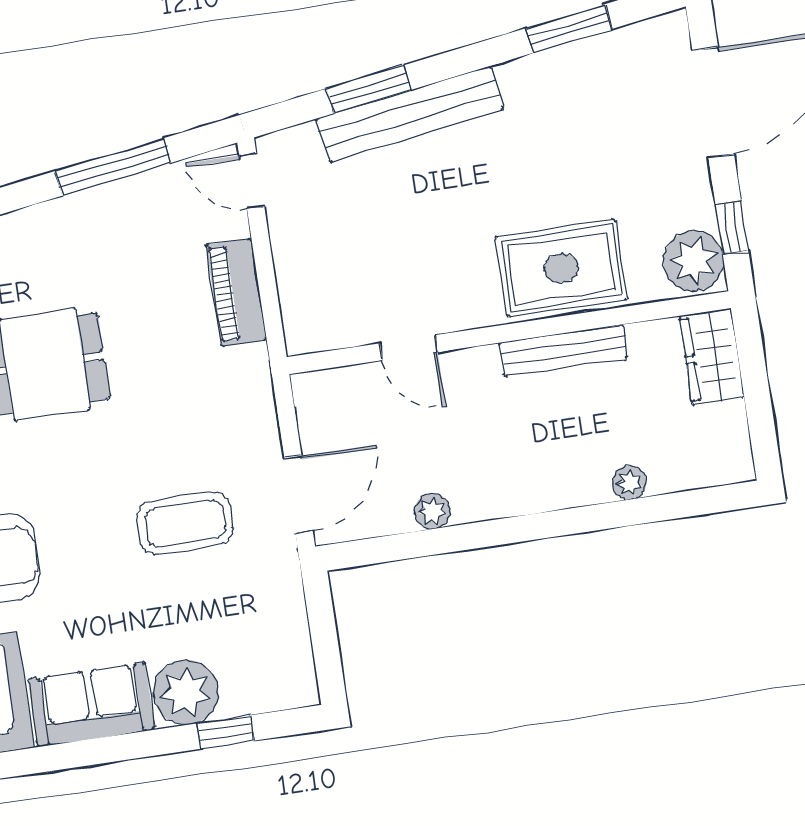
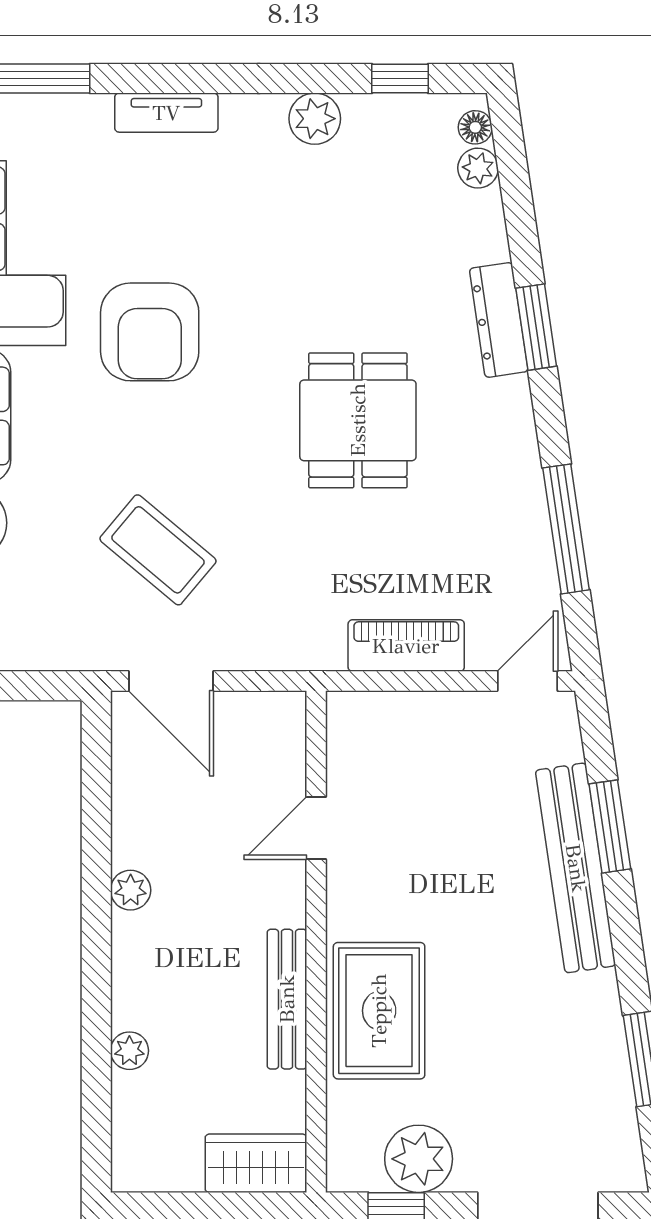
plant: (694, 261) -> (419, 1159), moved
plant: (433, 511) -> (131, 890), moved
coffee table: (185, 523) -> (158, 550), turned -50

